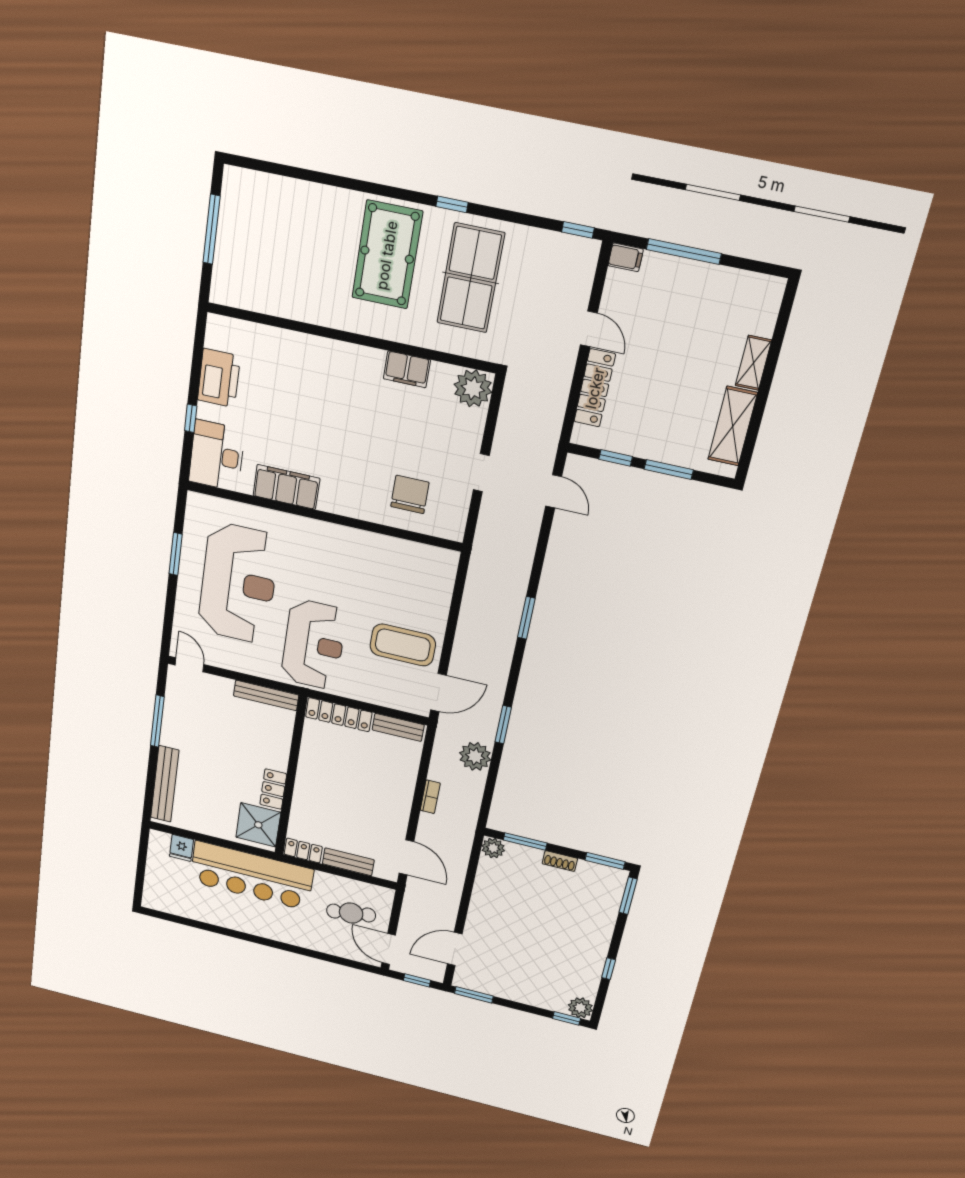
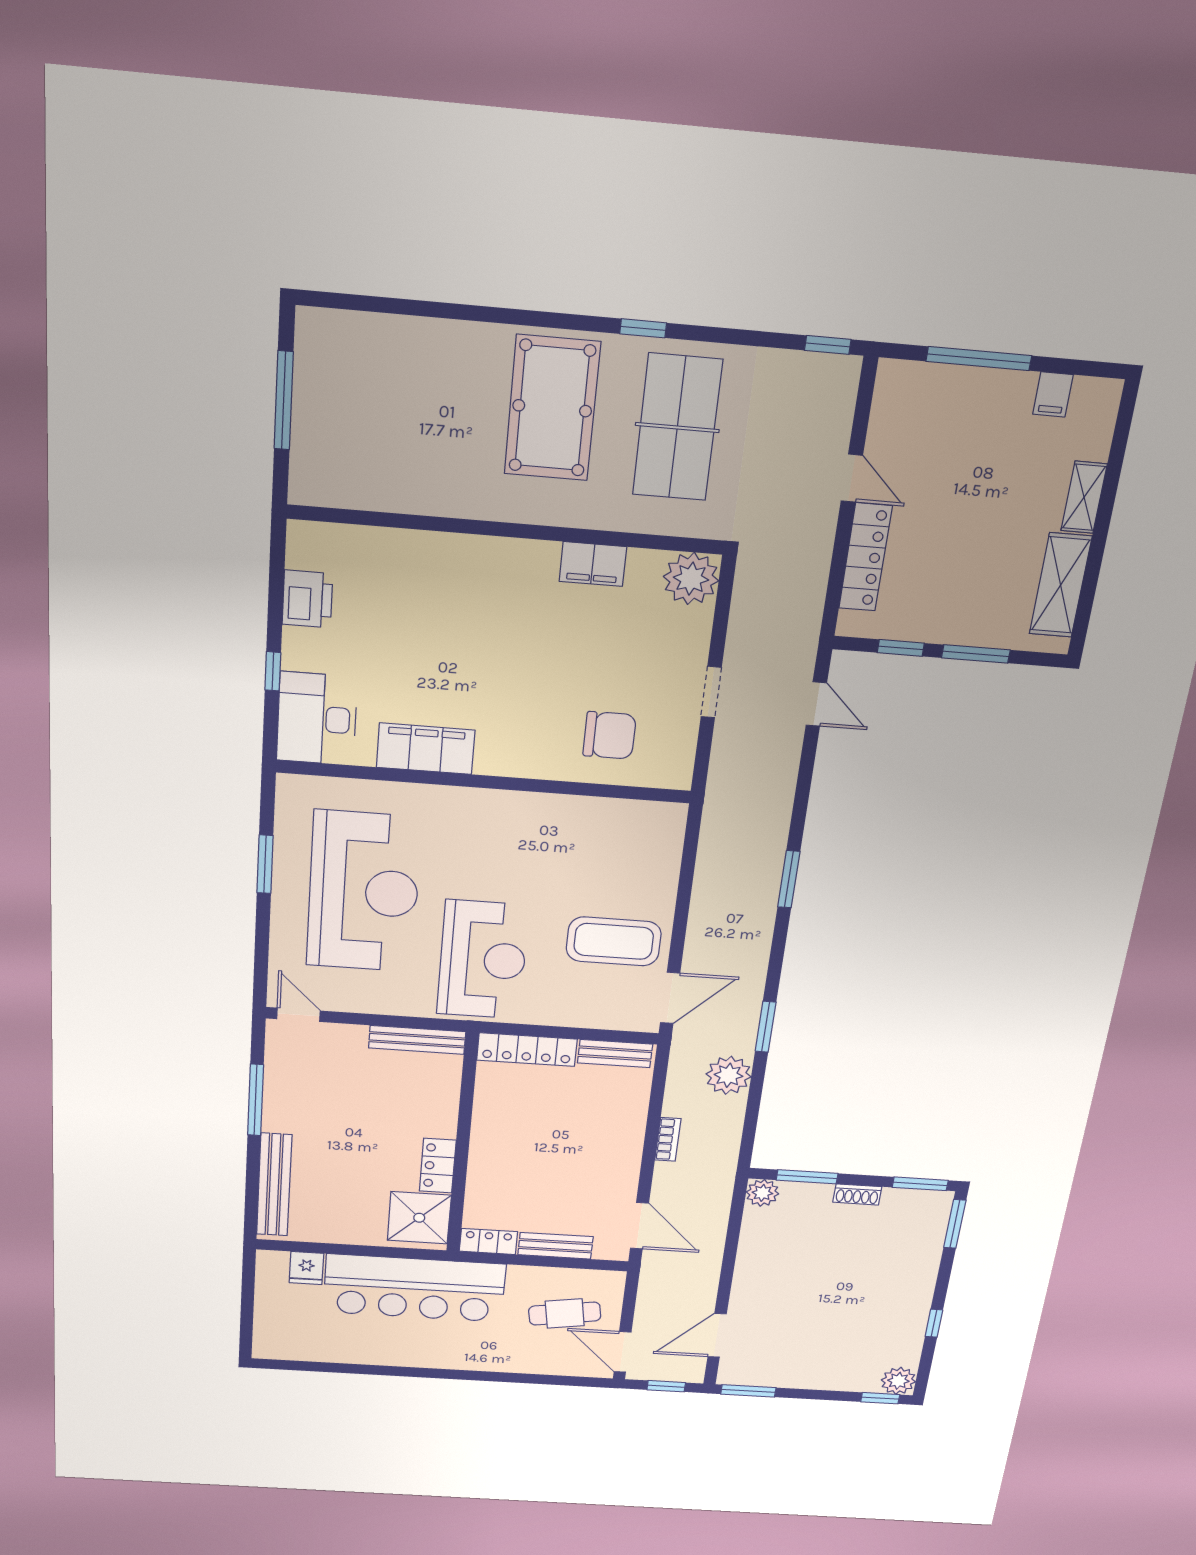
filing cabinet: (626, 257) -> (1053, 394), moved, turned 90
printer: (219, 378) -> (307, 599), width x0.73, depth x0.84
chair: (410, 495) -> (609, 735), turned 90

